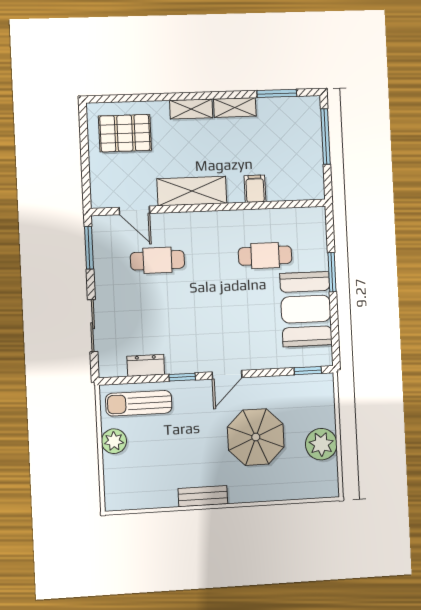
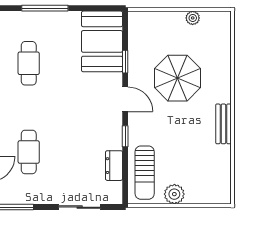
window: (332, 272) -> (45, 8), width x1.44
booth: (306, 309) -> (102, 41), moved, turned 90
window: (308, 371) -> (125, 62), moved
plant: (321, 444) -> (193, 18), width x0.53, depth x0.53

